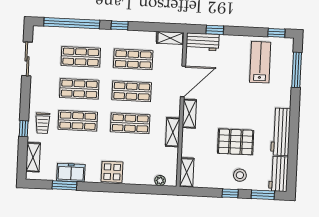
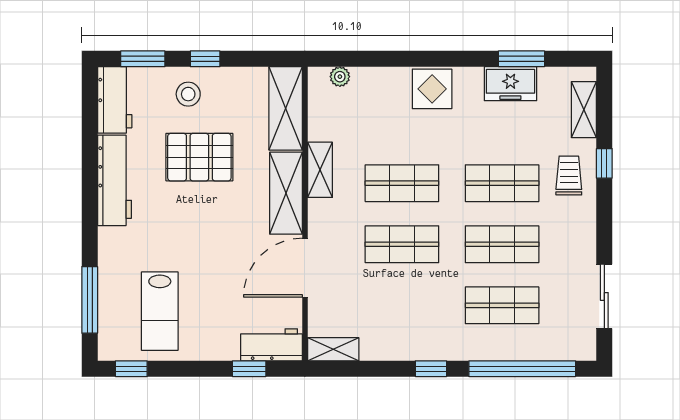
shop shelf: (133, 59) -> (402, 305), removed
shelving: (189, 114) -> (286, 193), width x1.50, depth x1.33
shelving: (187, 172) -> (286, 108), width x1.50, depth x1.33

